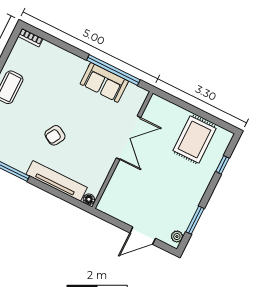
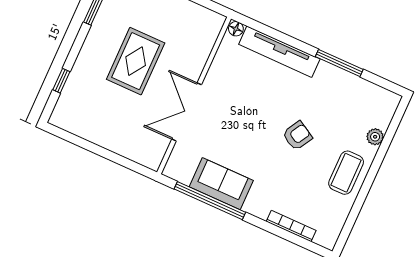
bookcase: (30, 37) -> (291, 226), moved, width x1.56
armchair: (55, 135) -> (297, 136), moved
rug: (194, 139) -> (136, 61), moved

